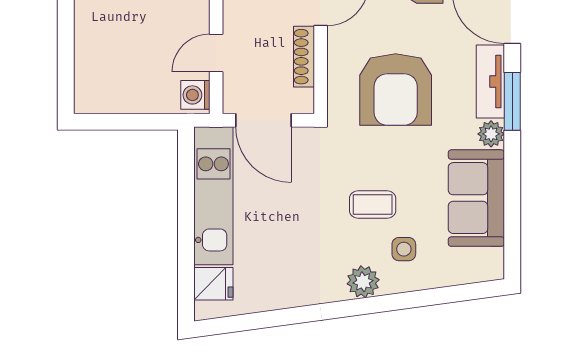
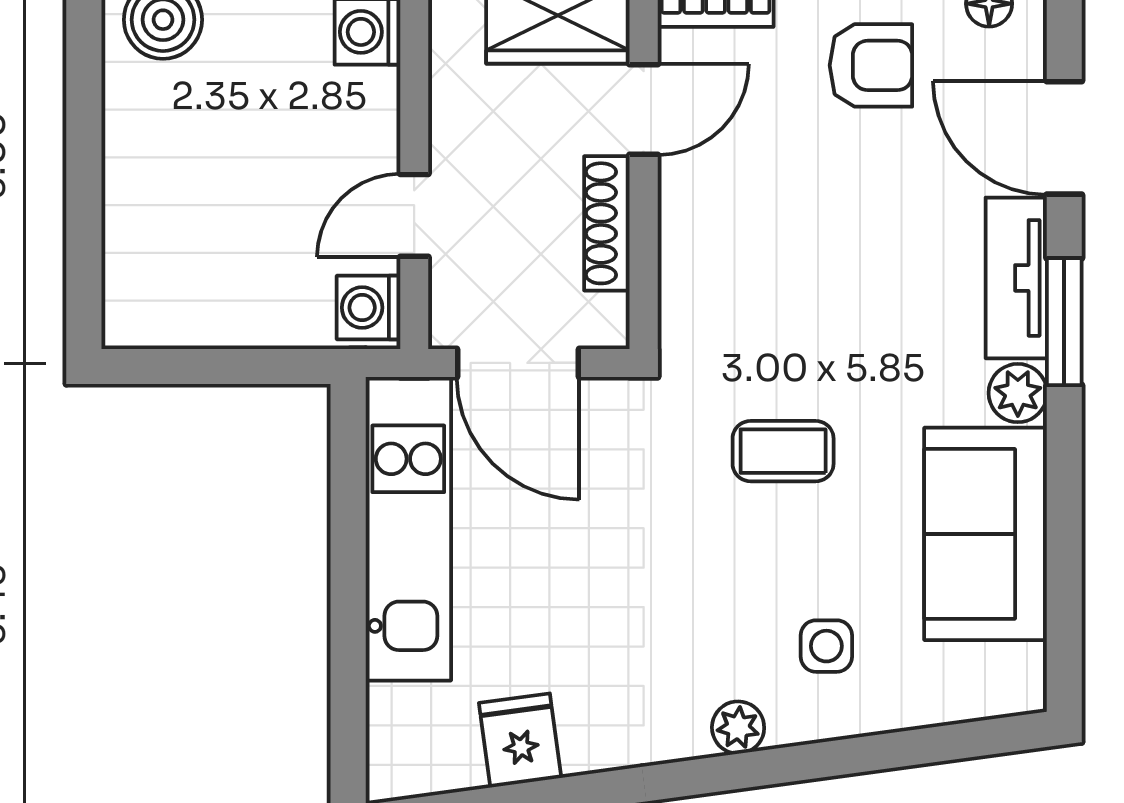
armchair: (396, 89) -> (808, 295), removed
coffee table: (373, 205) -> (783, 451), moved
plant: (363, 282) -> (738, 727), width x0.73, depth x0.73
fridge: (213, 284) -> (520, 740), moved, turned -98

